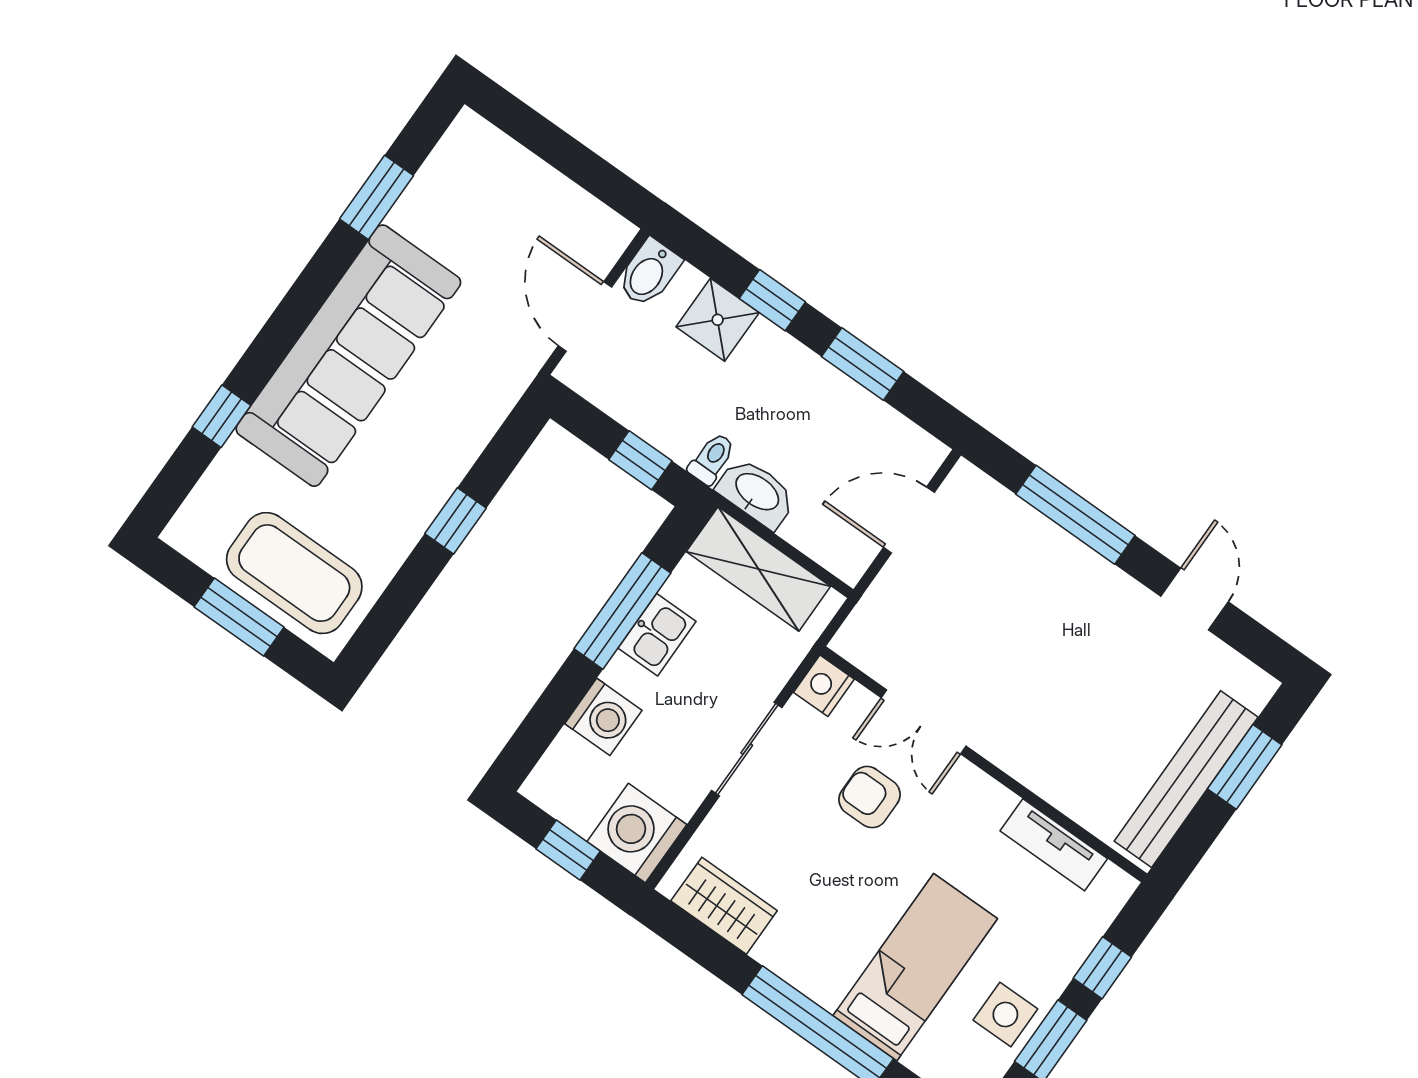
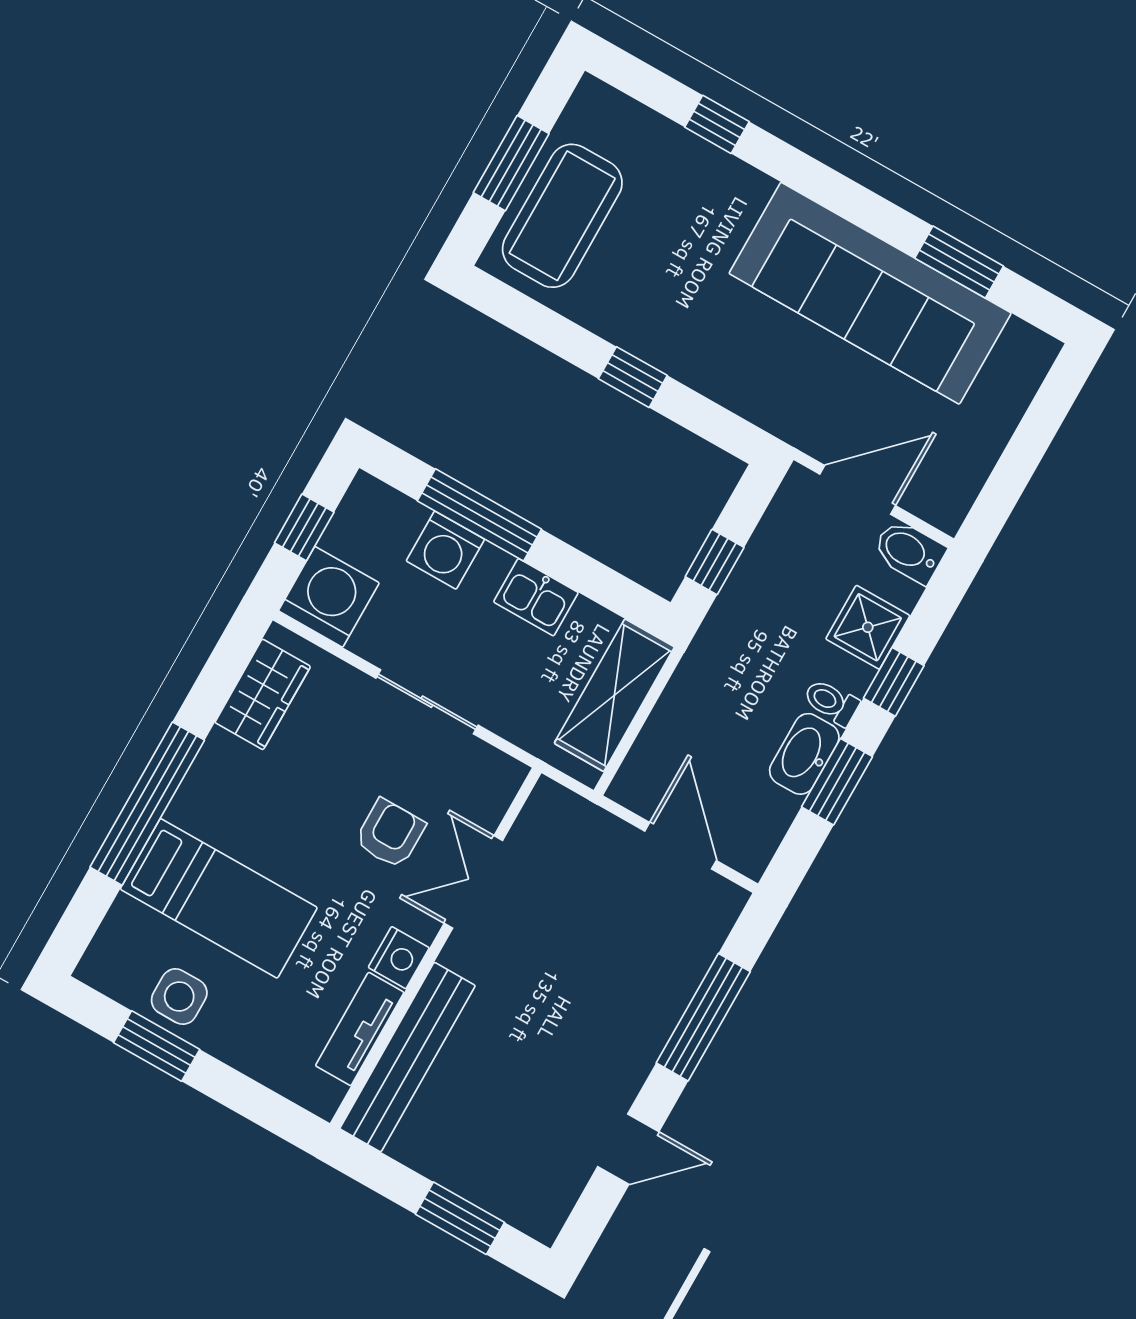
sofa: (348, 356) -> (870, 293), moved
toilet: (712, 459) -> (831, 702), moved, turned 180
washbasin: (756, 493) -> (804, 754), moved, turned 180
window: (622, 611) -> (479, 515), moved
nightstand: (824, 686) -> (399, 958), moved, turned 90
bench: (1186, 779) -> (408, 1057), moved, turned 90
window: (1102, 968) -> (238, 1092), removed

